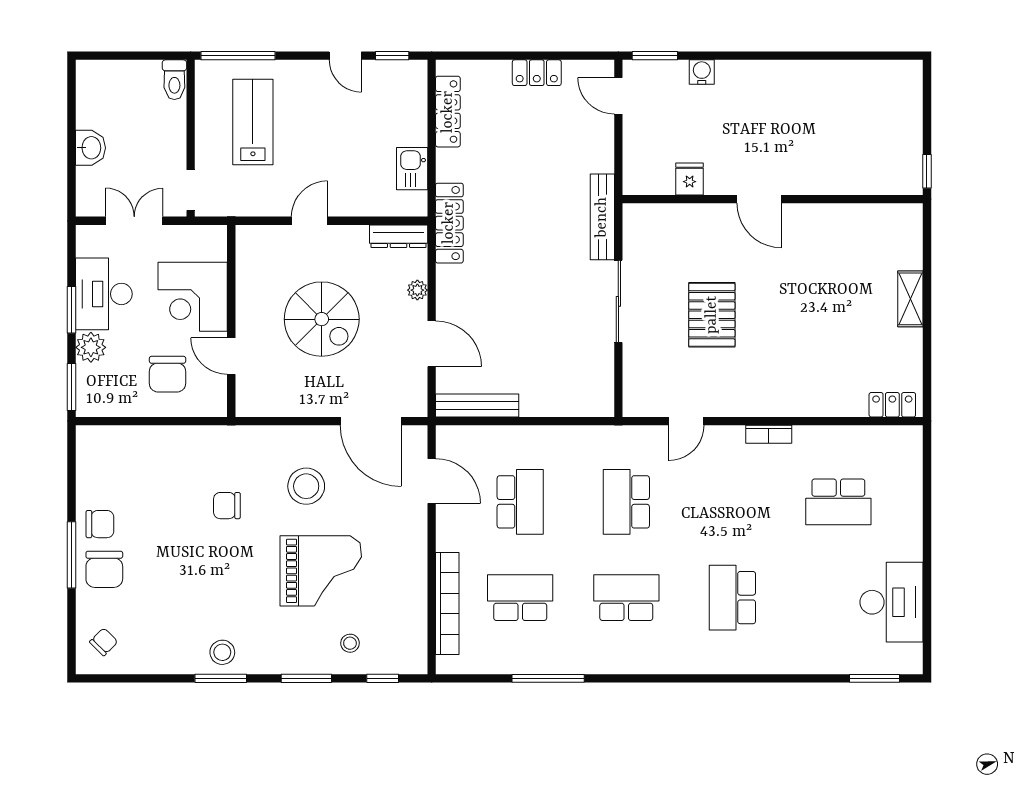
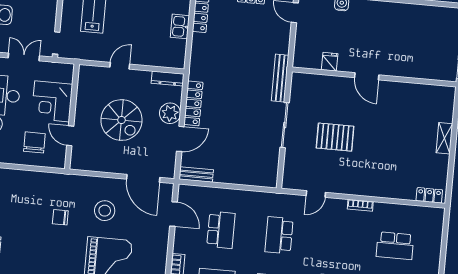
kitchen sink: (412, 169) -> (180, 26), moved
locker: (449, 223) -> (193, 103), moved
plant: (417, 290) -> (170, 113), width x1.88, depth x1.88
pallet: (712, 315) -> (335, 137), turned 90
door: (432, 344) -> (180, 139), hinge flipped
chair: (168, 374) -> (34, 142), turned 180
bench: (477, 405) -> (196, 174), width x0.73

